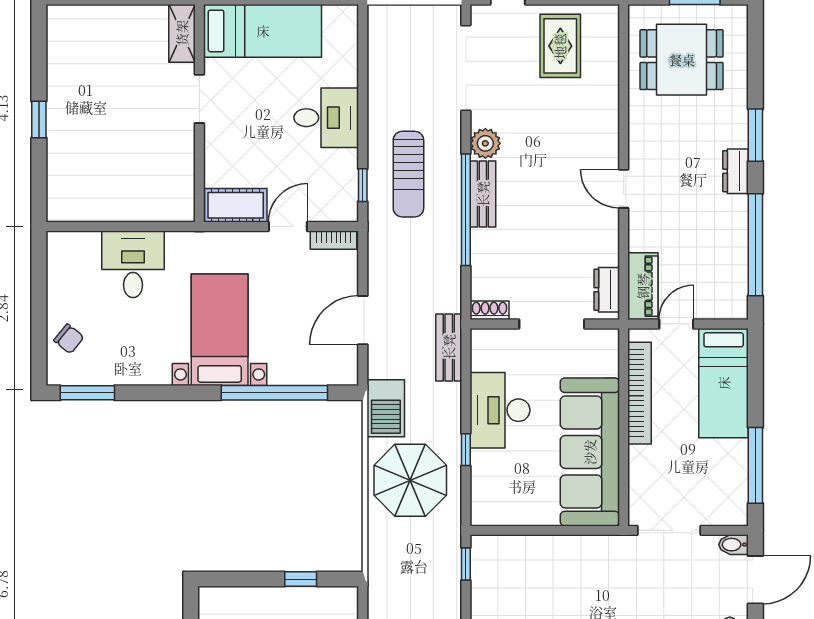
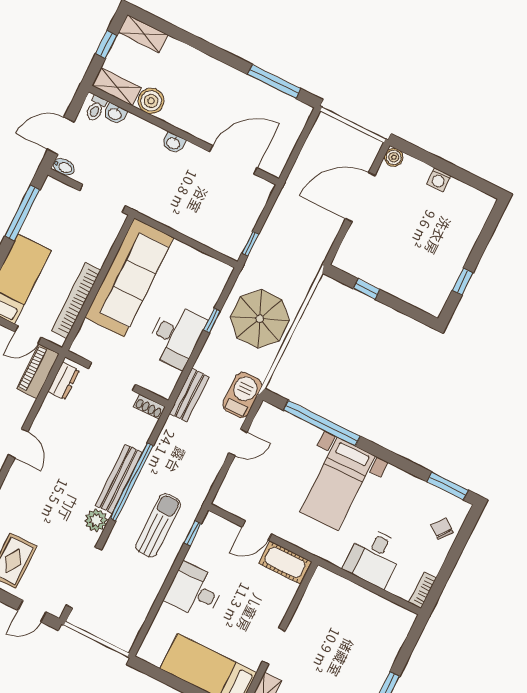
bench: (483, 194) -> (119, 479), width x1.36
bookcase: (334, 240) -> (423, 590), moved, turned -90
door: (363, 320) -> (238, 442), width x0.73
barbecue: (386, 408) -> (242, 395), moved

